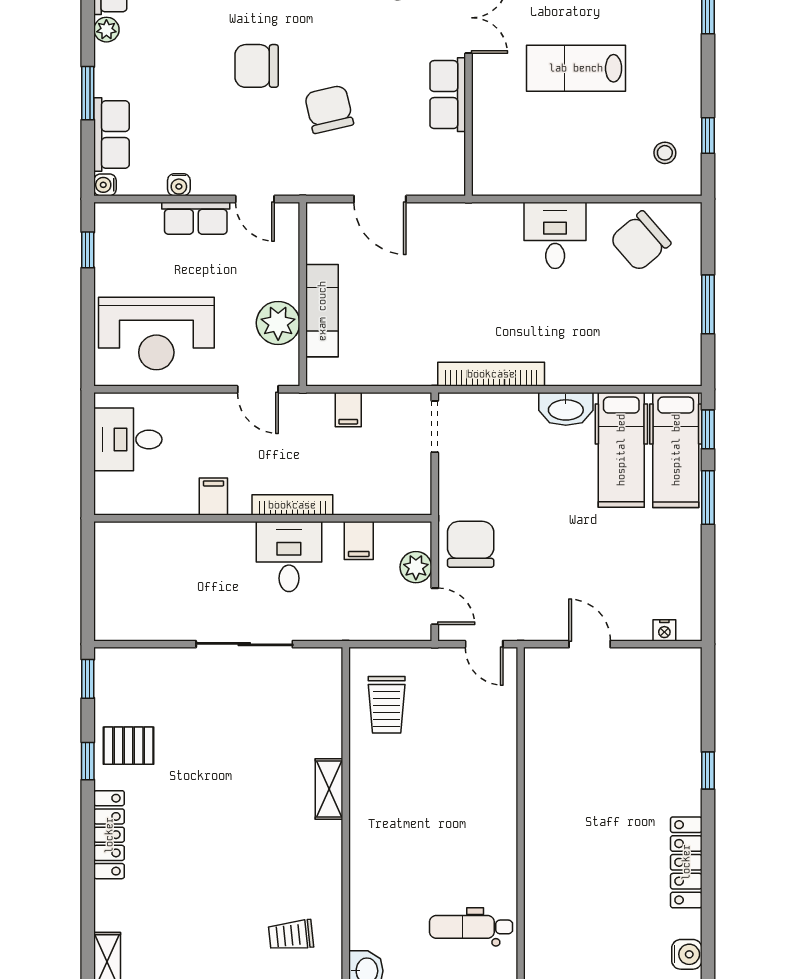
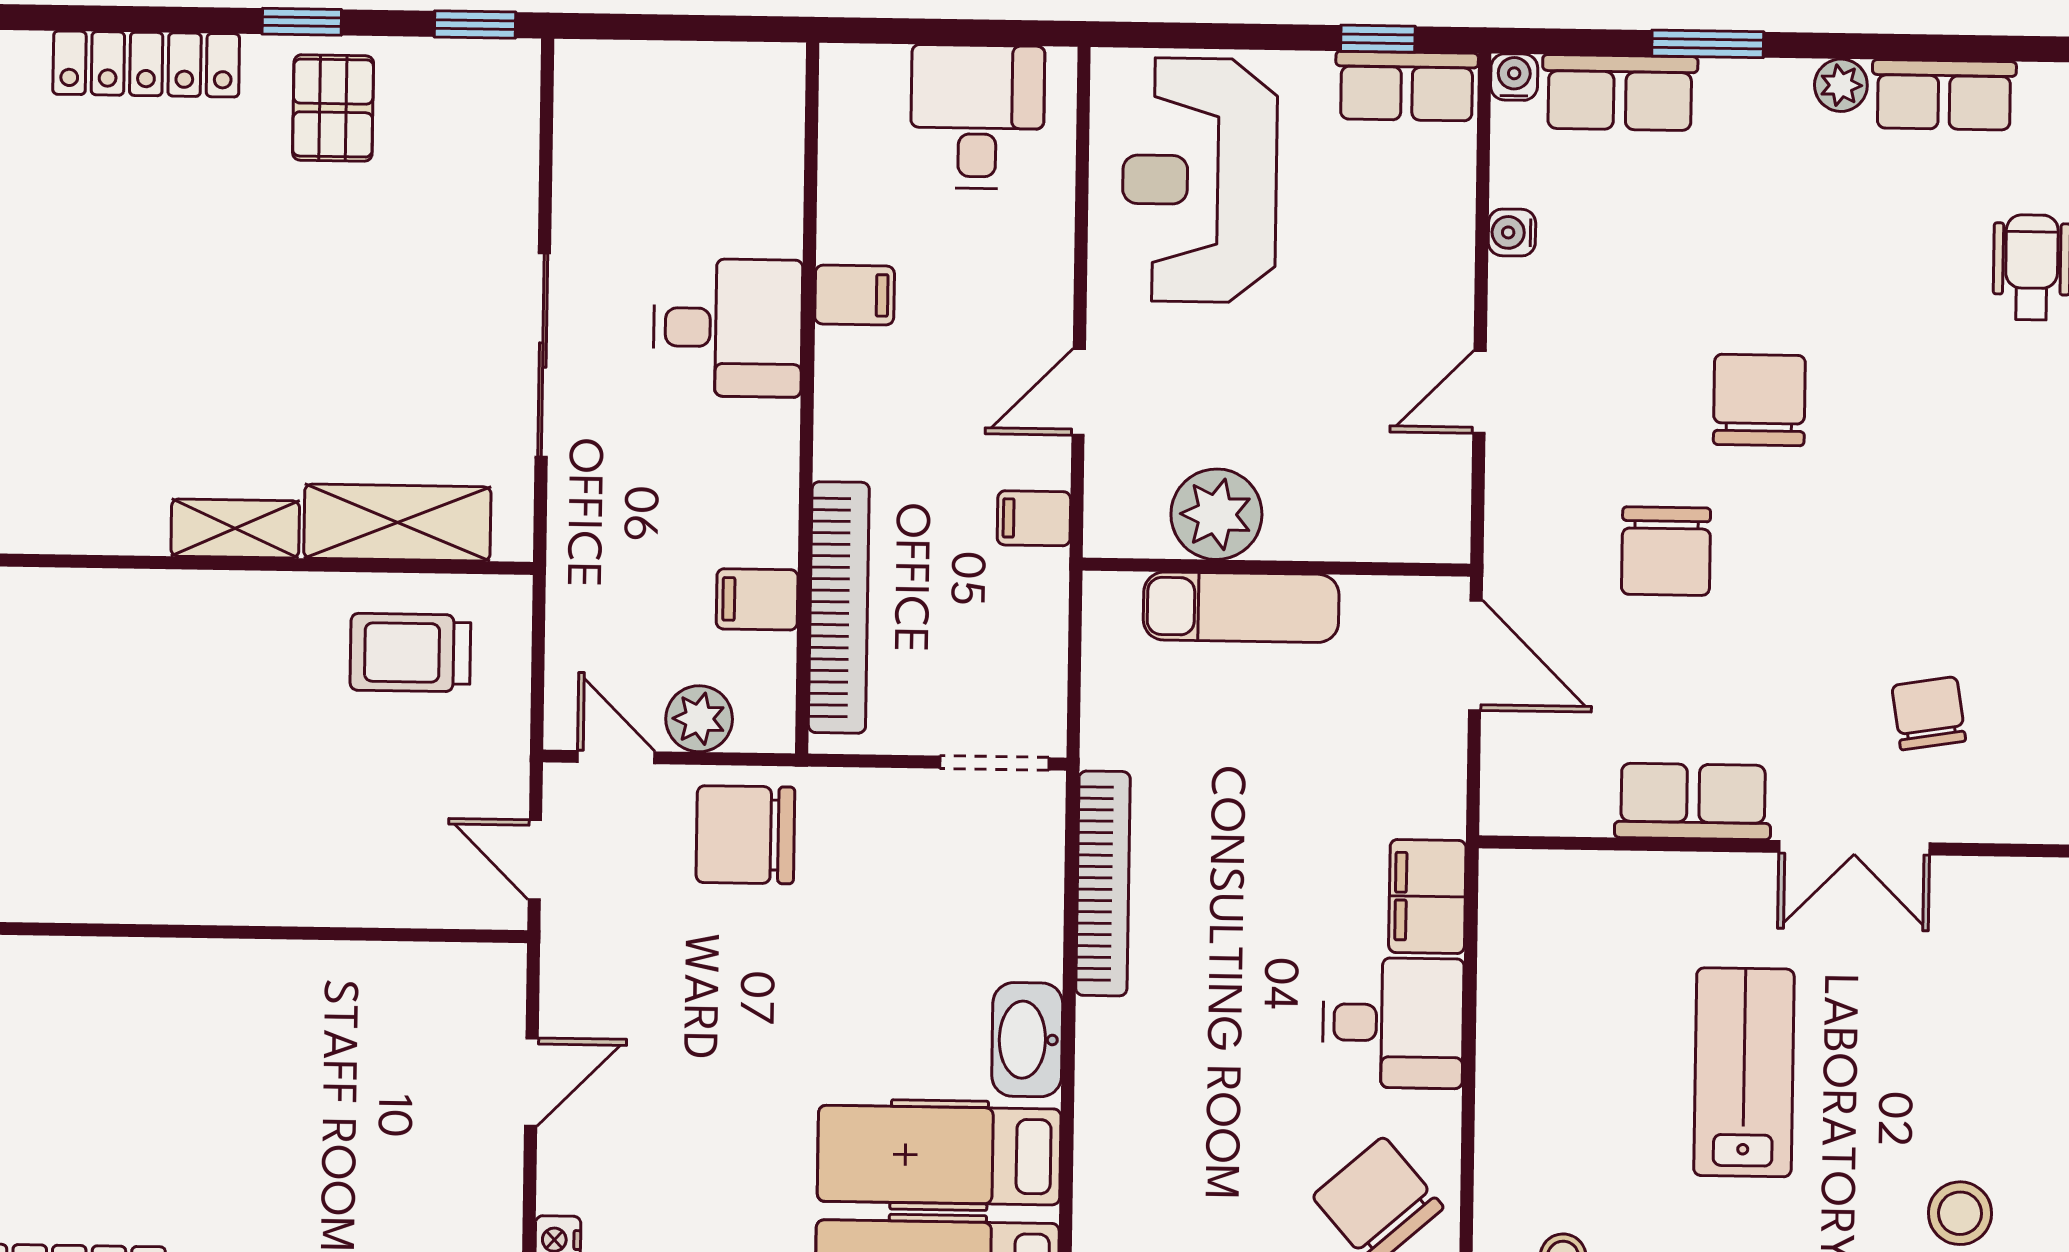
chair: (329, 109) -> (1666, 551), turned 103
door: (380, 199) -> (1475, 655), swing flipped
row of seats: (196, 218) -> (1407, 86), moved, turned -90
filing cabinet: (495, 220) -> (1427, 896), added
wall: (303, 294) -> (1276, 567), moved
exam couch: (322, 311) -> (1241, 607), moved
plant: (278, 323) -> (1216, 514), moved
filing cabinet: (348, 410) -> (1034, 518), moved
bookcase: (292, 505) -> (839, 607), moved, width x1.48, depth x1.31
chair: (471, 544) -> (745, 835), turned 180
desk: (289, 556) -> (728, 328), moved
door: (435, 606) -> (616, 757), swing flipped
door: (484, 644) -> (535, 860), hinge flipped
shelving: (325, 712) -> (397, 523), added

